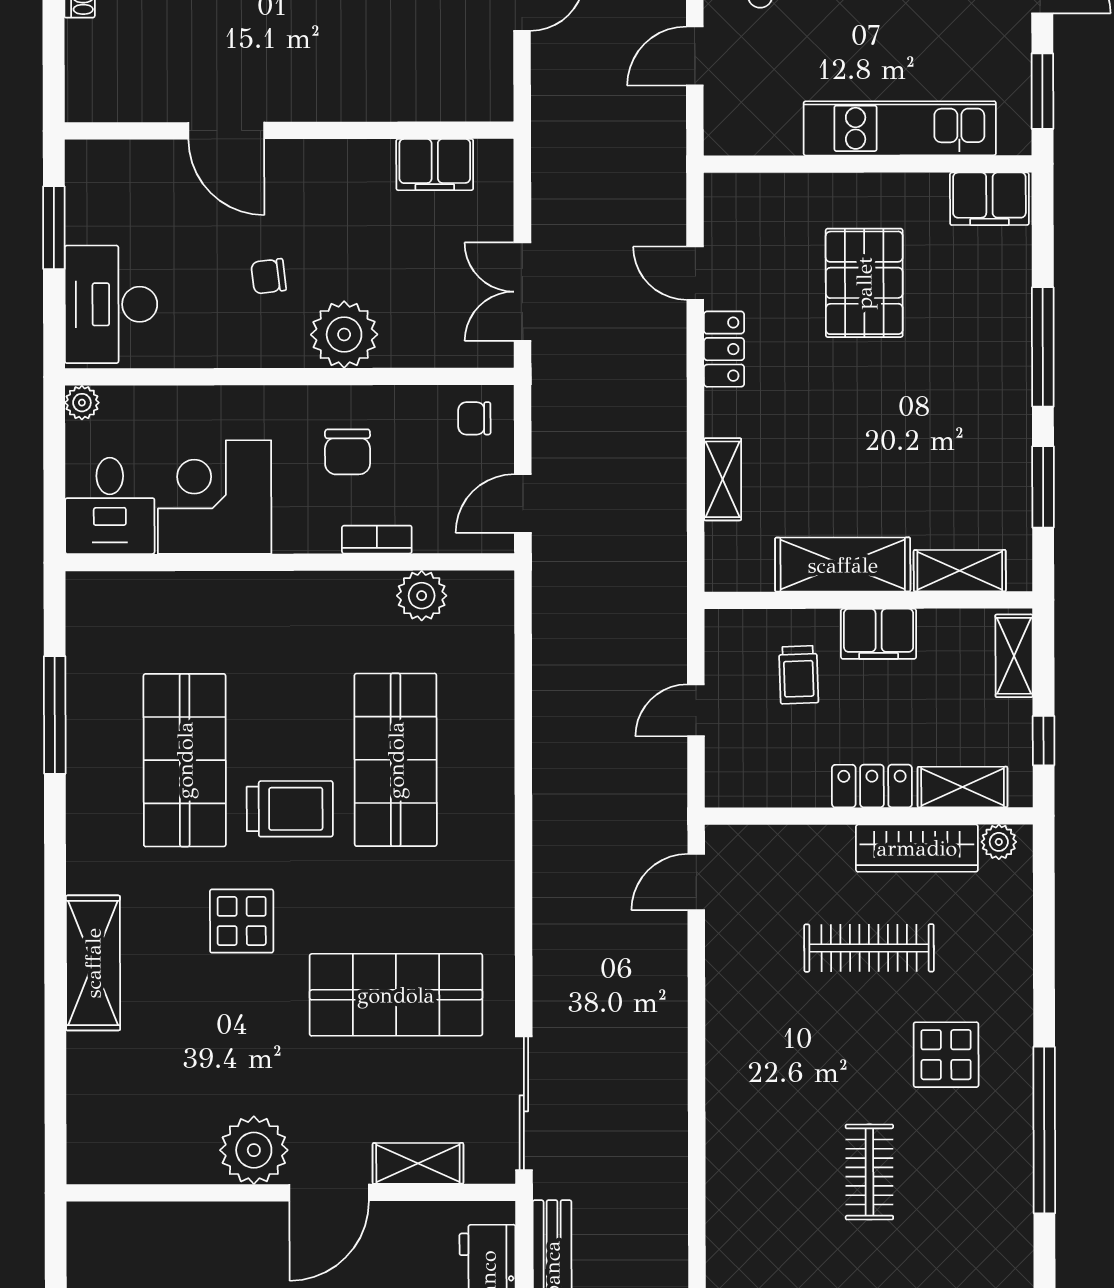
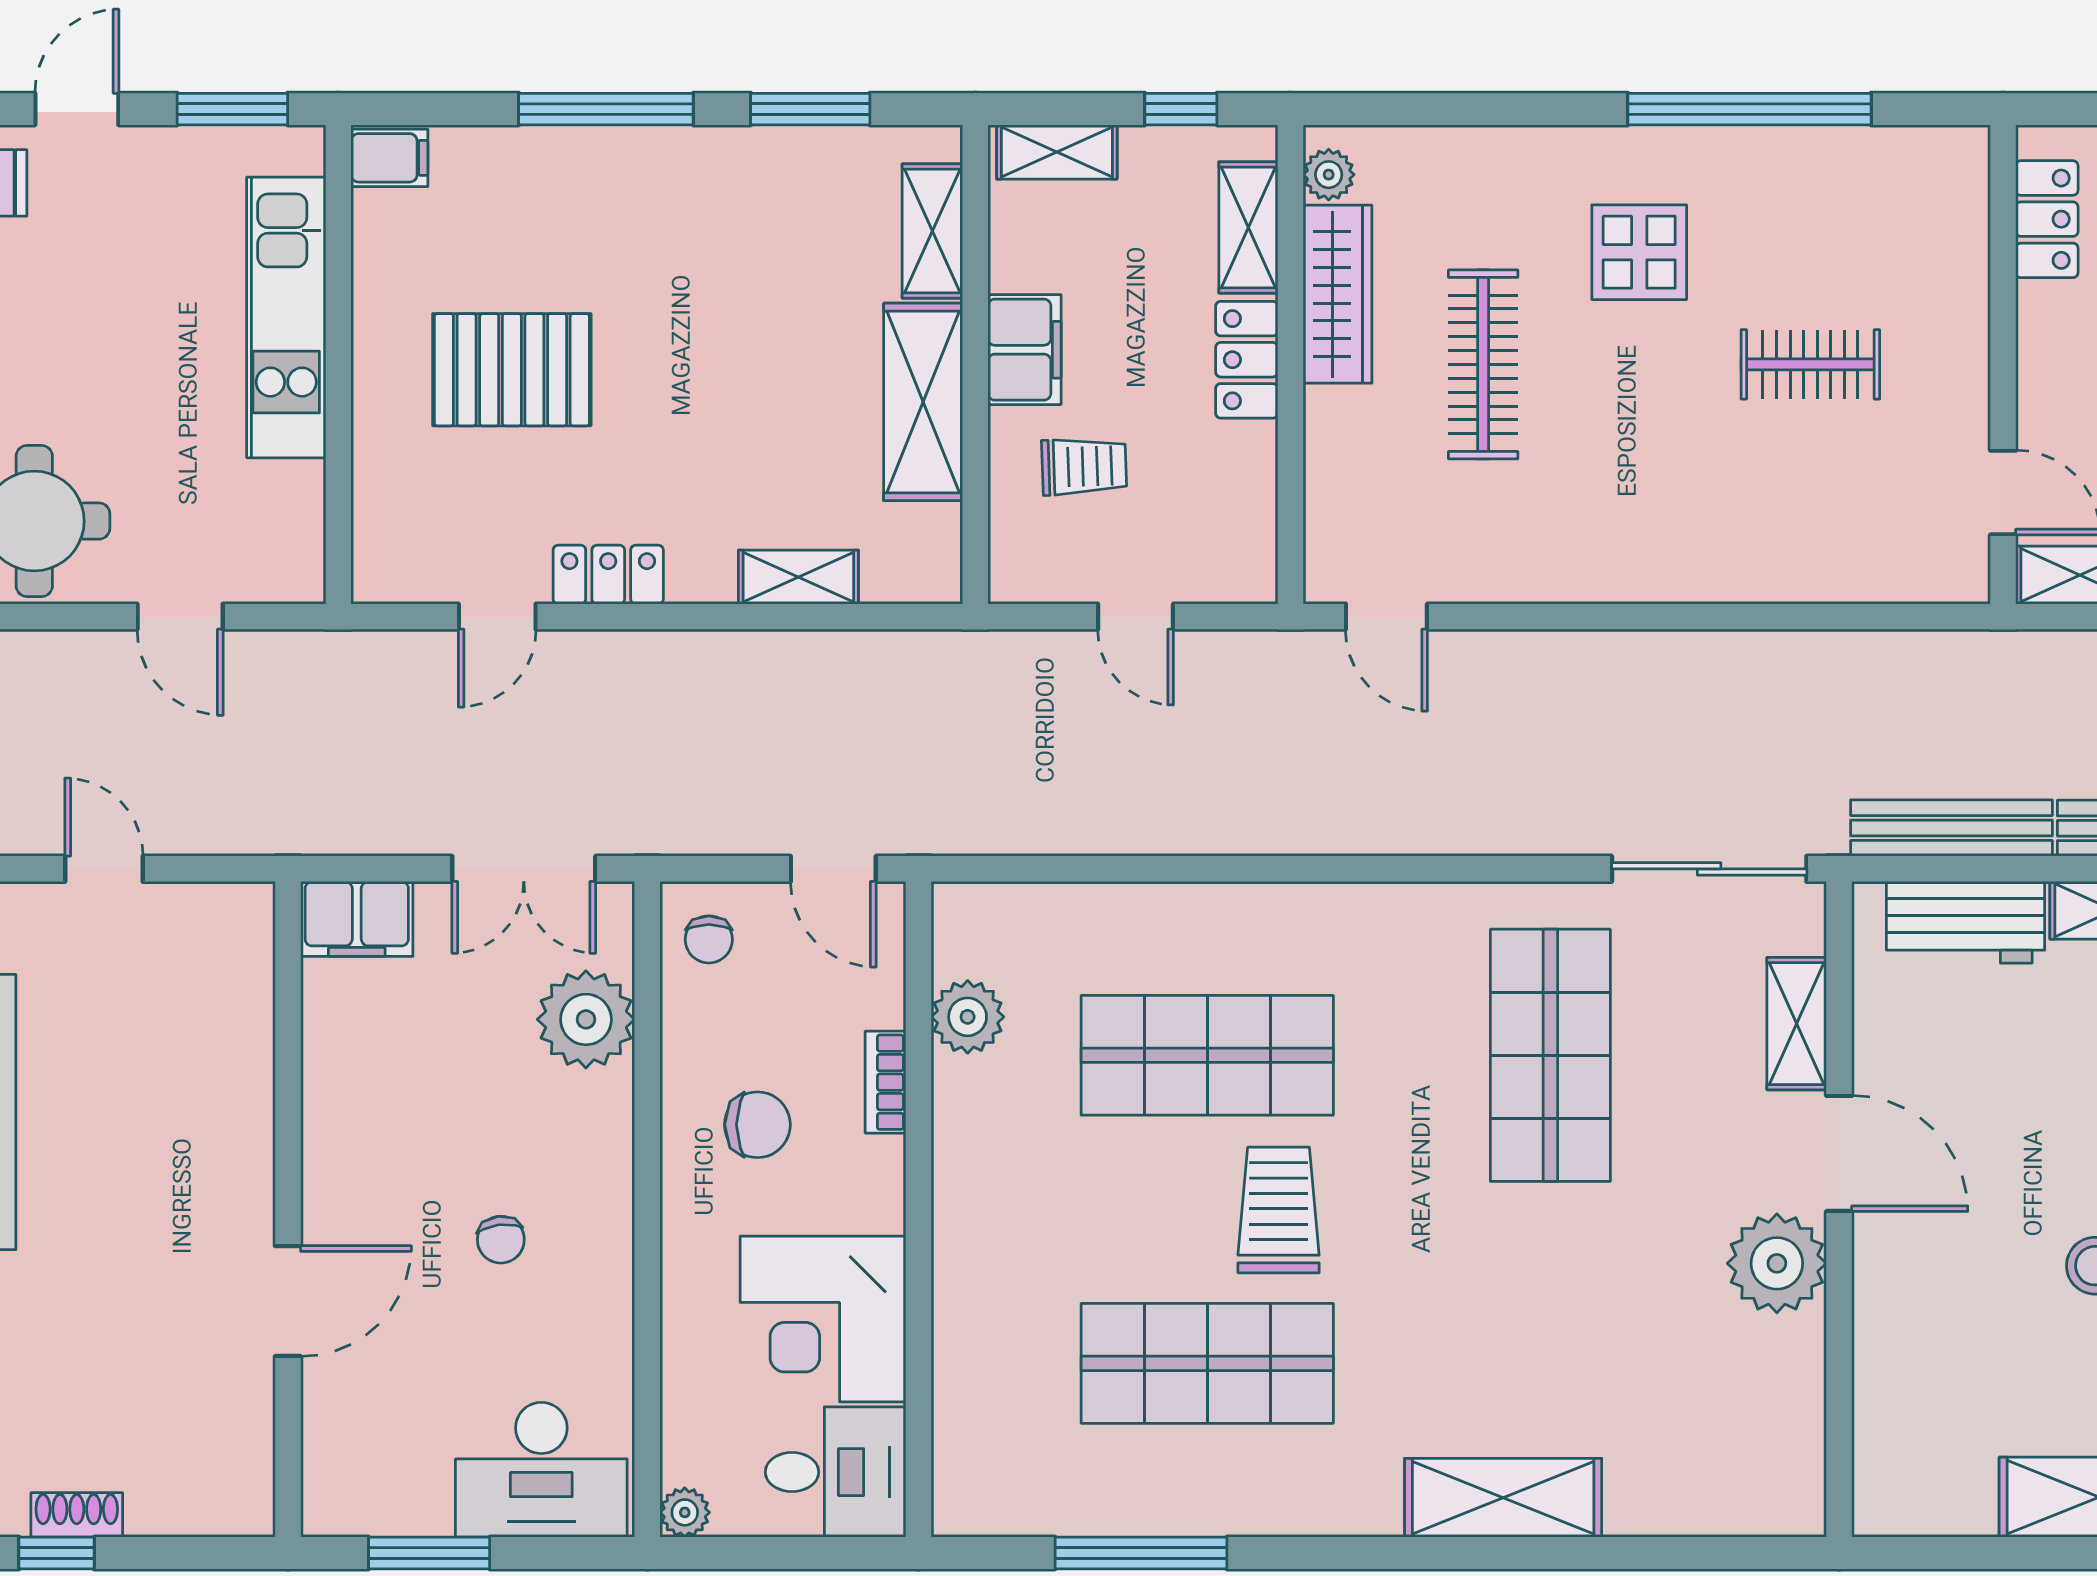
filing cabinet: (435, 165) -> (357, 919), moved, turned 90
filing cabinet: (989, 199) -> (389, 158), width x0.50
plant: (344, 334) -> (586, 1019), moved
display table: (242, 921) -> (1442, 1281), removed

